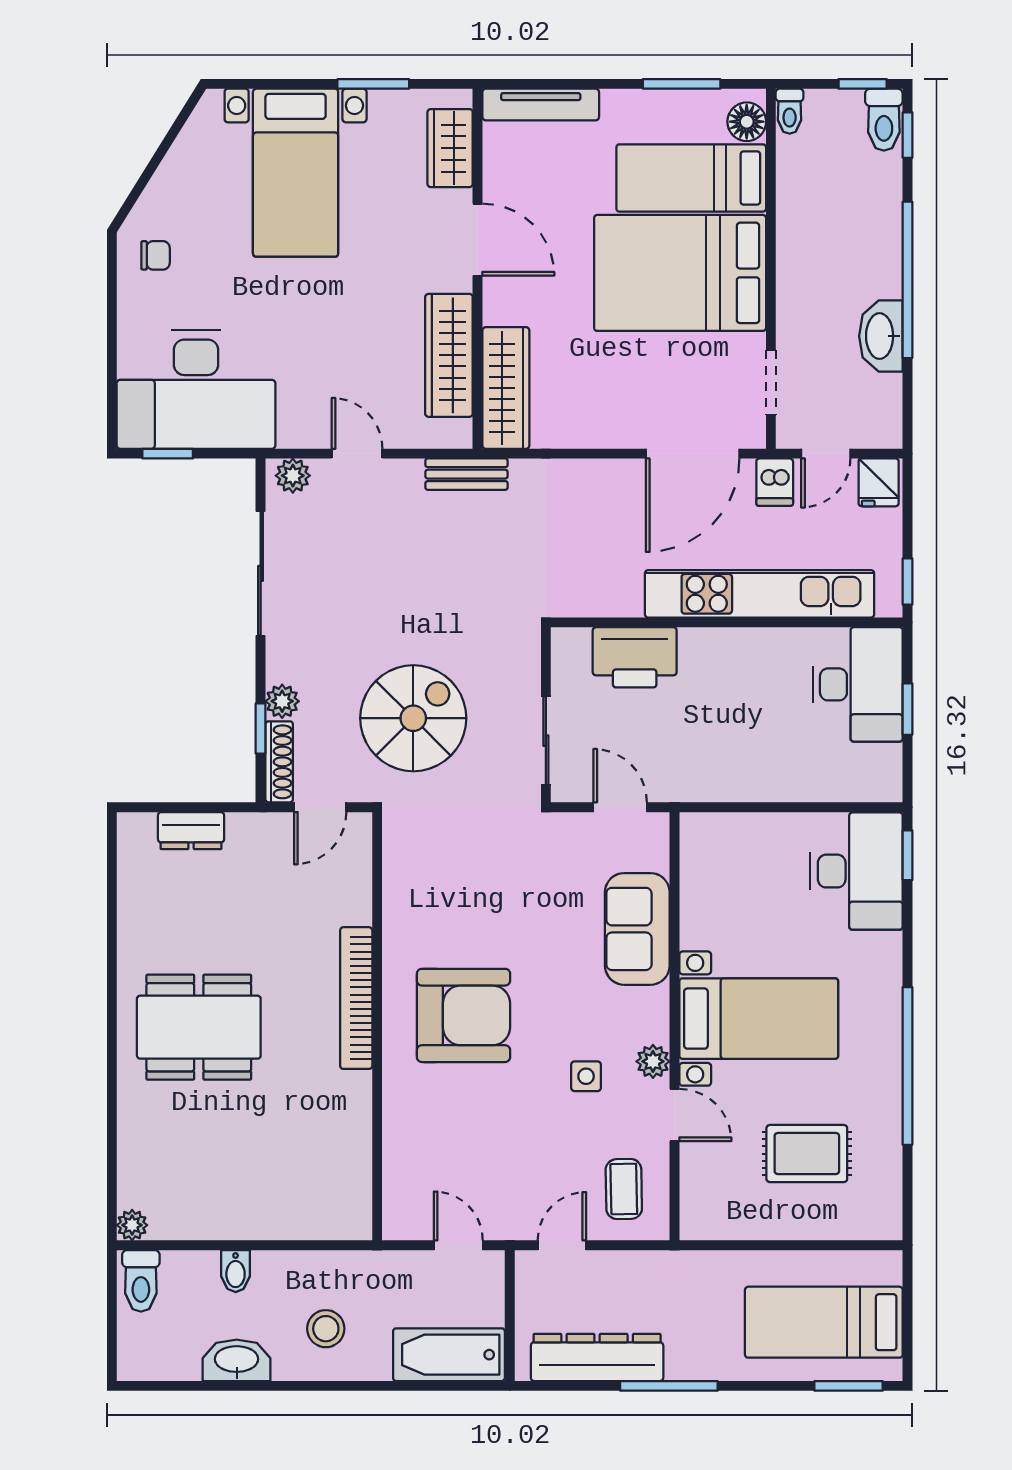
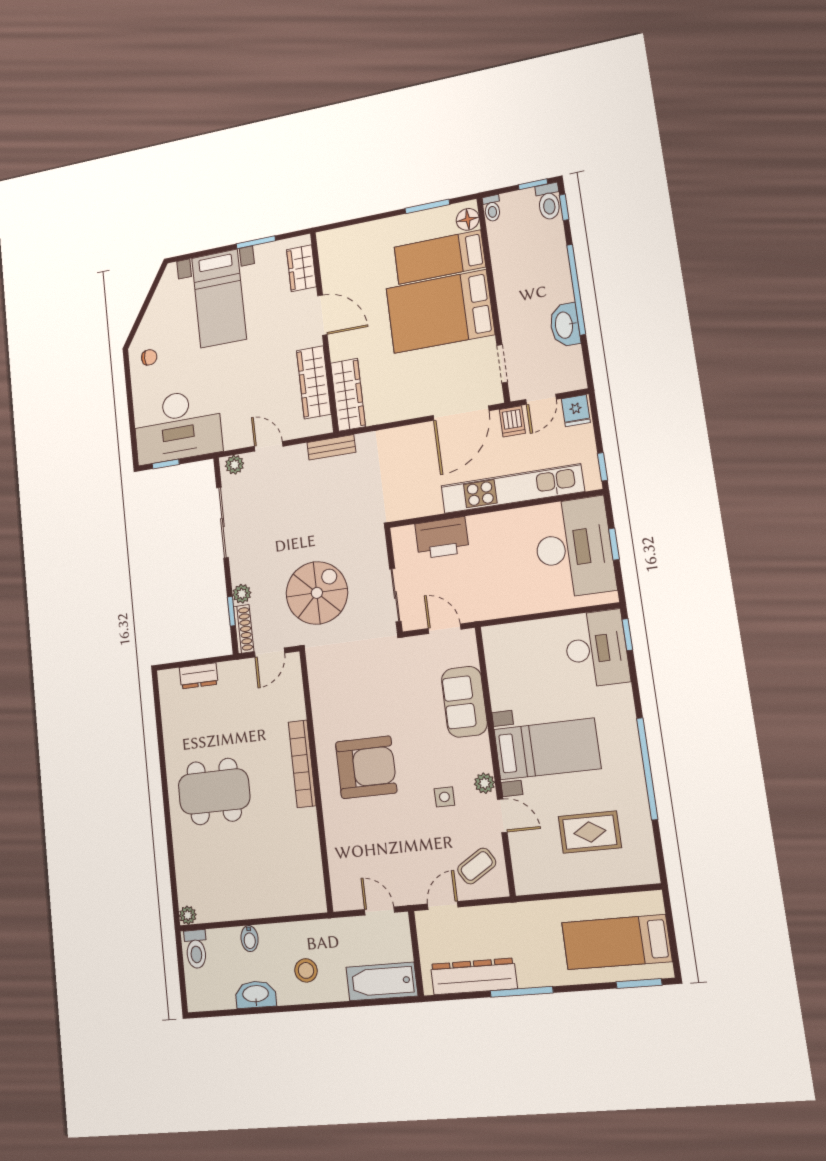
tv unit: (541, 105) -> (349, 234), removed
desk: (858, 684) -> (574, 548), width x1.36, depth x1.30
coffee table: (624, 1189) -> (477, 866), turned 59

